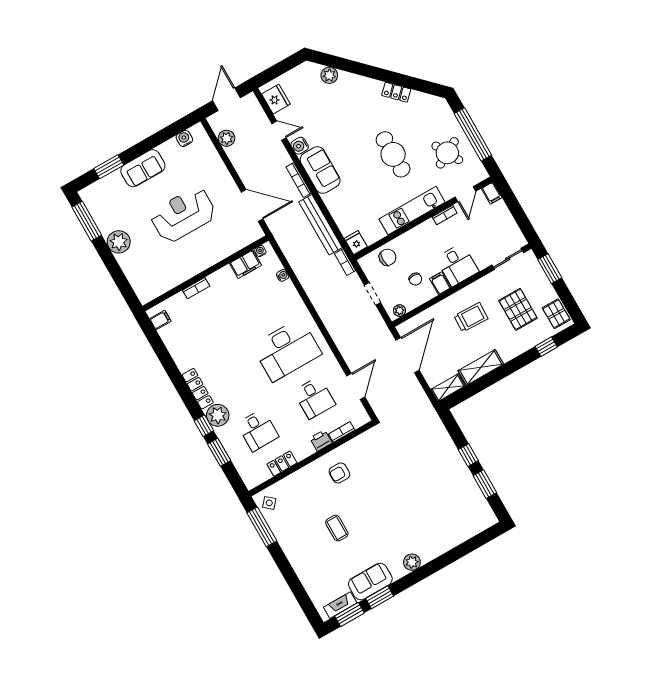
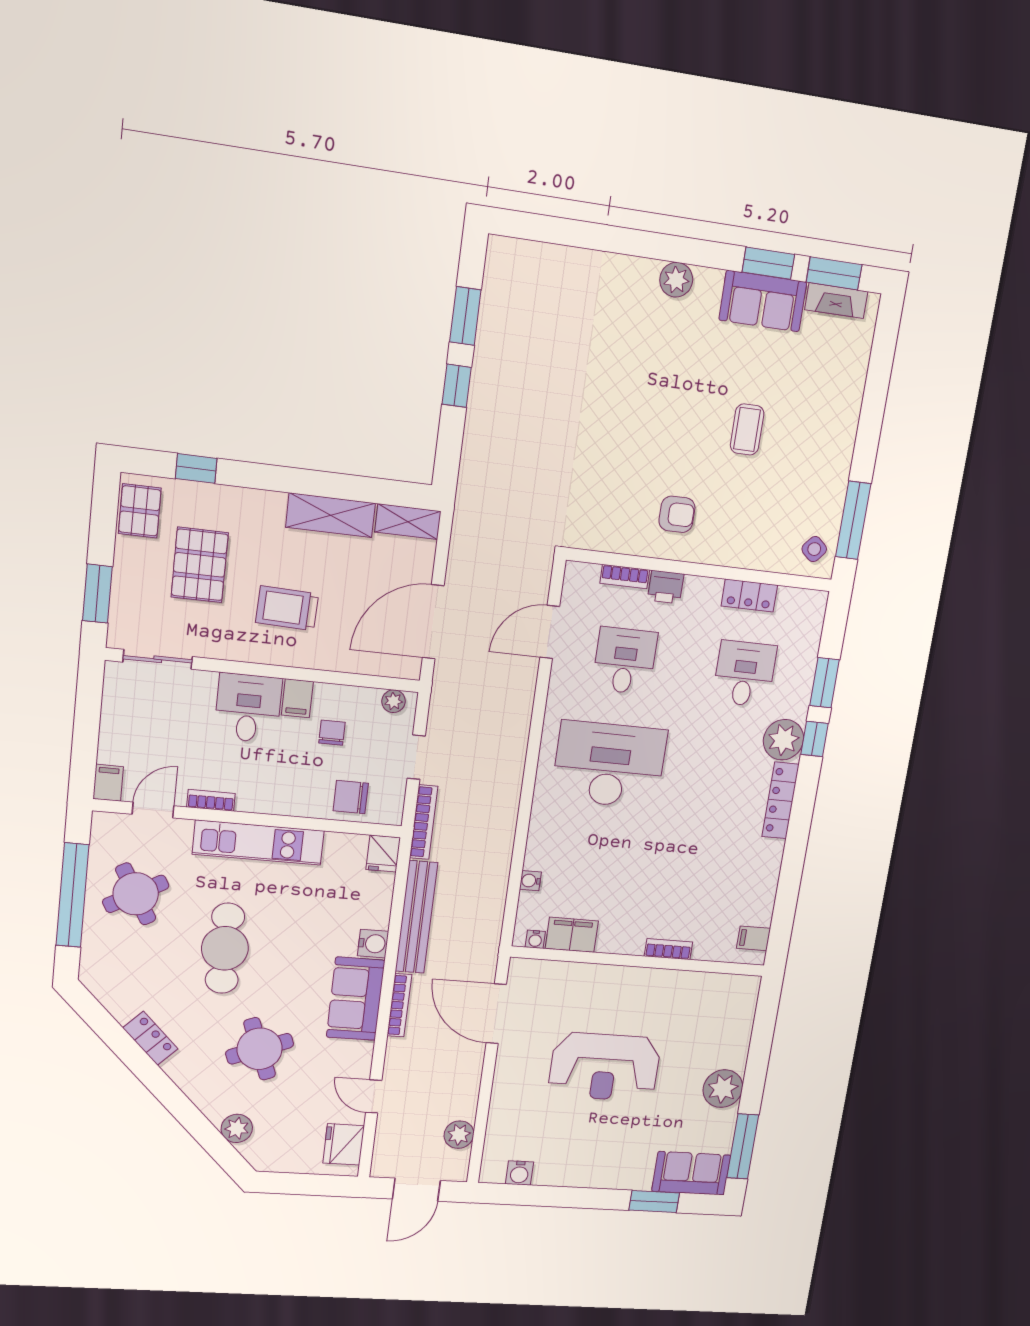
round table: (346, 119) -> (260, 1049), added
water cooler: (300, 146) -> (373, 944), moved
sofa: (143, 168) -> (691, 1173), moved
bookcase: (345, 262) -> (424, 822), width x1.56

